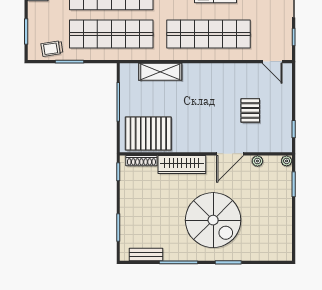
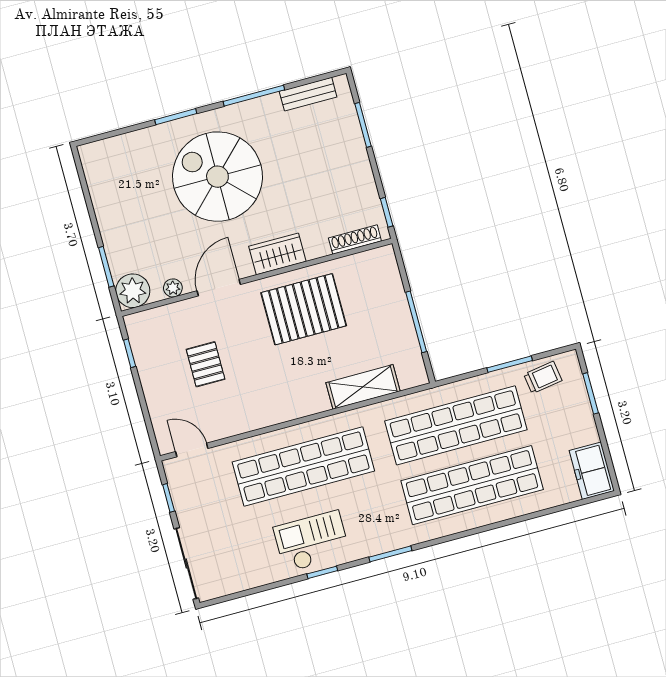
pallet: (148, 134) -> (304, 309), moved
plant: (287, 161) -> (133, 291), width x1.88, depth x1.88
wardrobe: (182, 165) -> (277, 254), width x0.67

